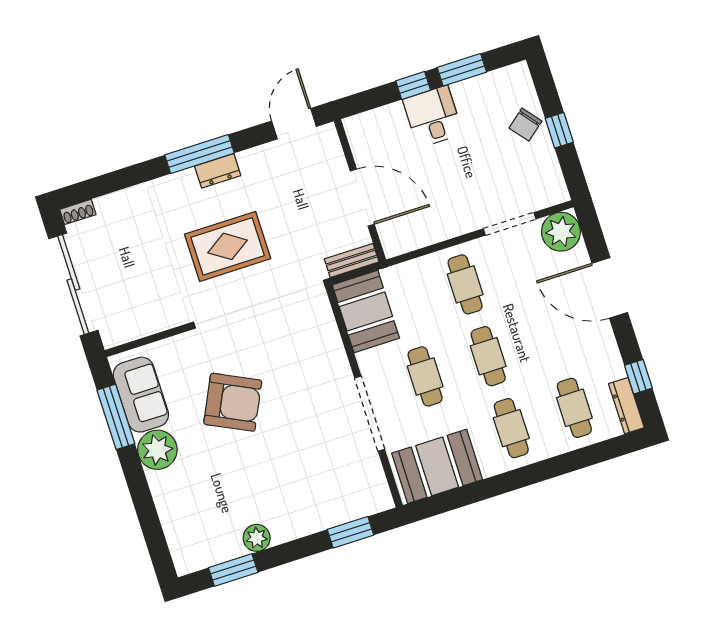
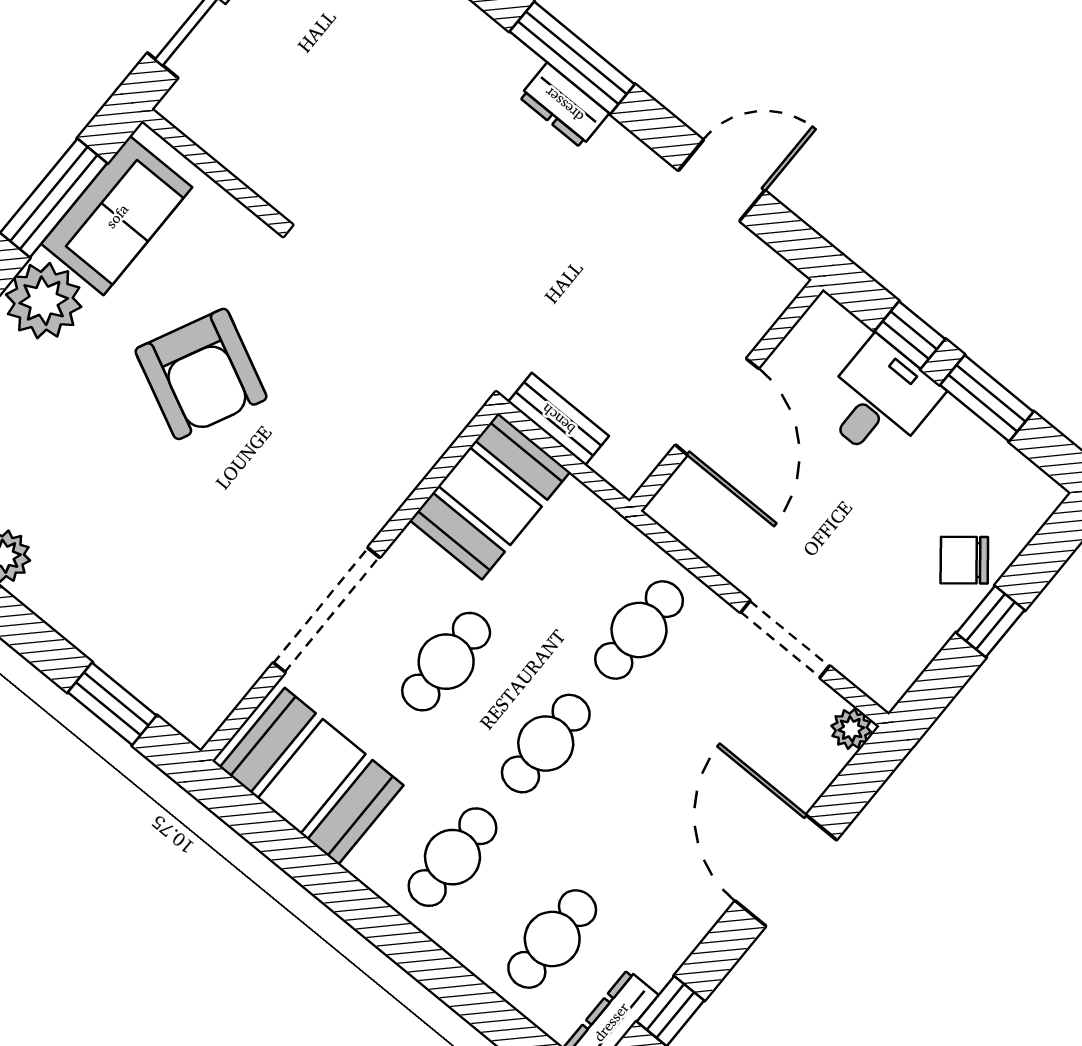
wall: (360, 190) -> (726, 395), moved
door: (362, 198) -> (717, 407), moved
plant: (561, 232) -> (851, 729), width x0.53, depth x0.53
rug: (228, 246) -> (451, 201), removed

